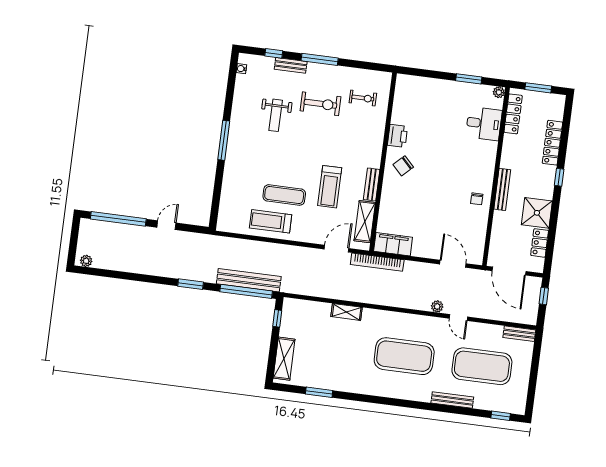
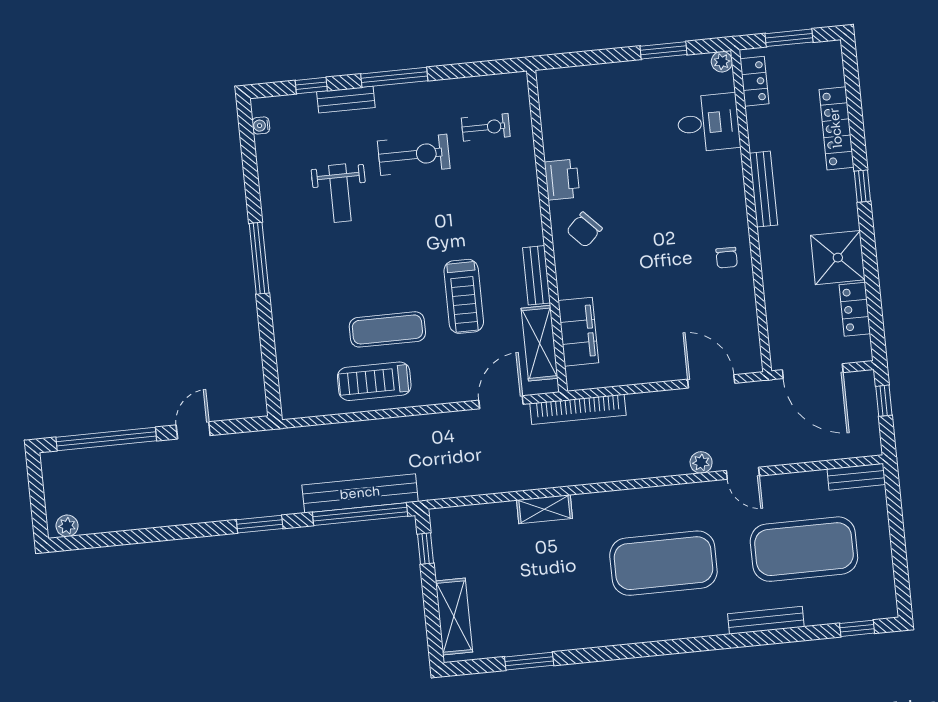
locker: (513, 114) -> (754, 81), width x0.66
bench: (502, 189) -> (763, 189), moved
filing cabinet: (393, 244) -> (578, 332), moved, turned 90

